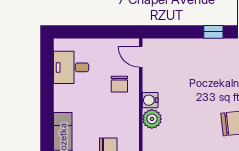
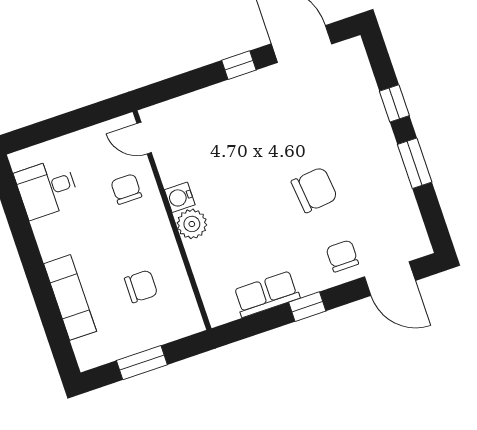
chair: (119, 84) -> (126, 189), turned 180

